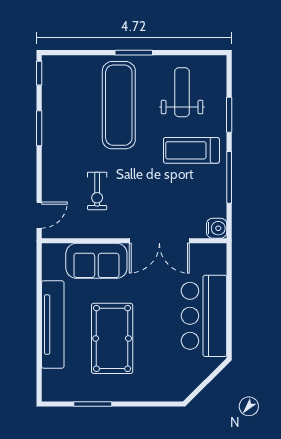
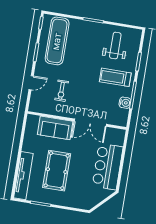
exercise mat: (119, 105) -> (57, 41), moved
door: (39, 215) -> (31, 83), moved
water cooler: (217, 228) -> (125, 103), moved
tv unit: (53, 325) -> (23, 176), moved

